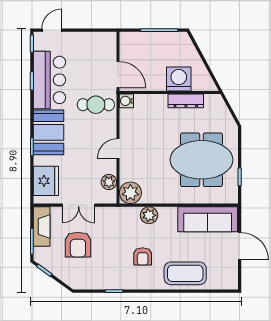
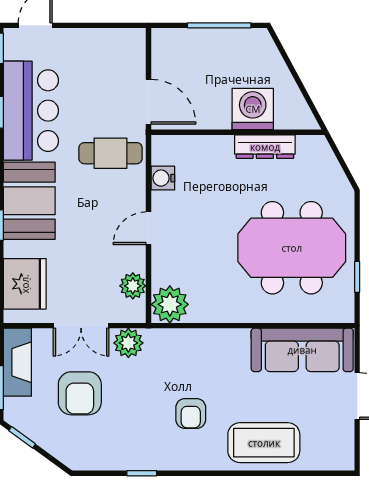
water cooler: (126, 101) -> (163, 178), moved
plant: (149, 215) -> (128, 343), moved

